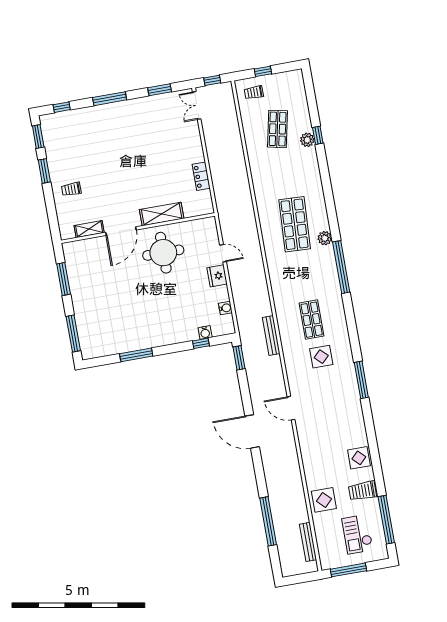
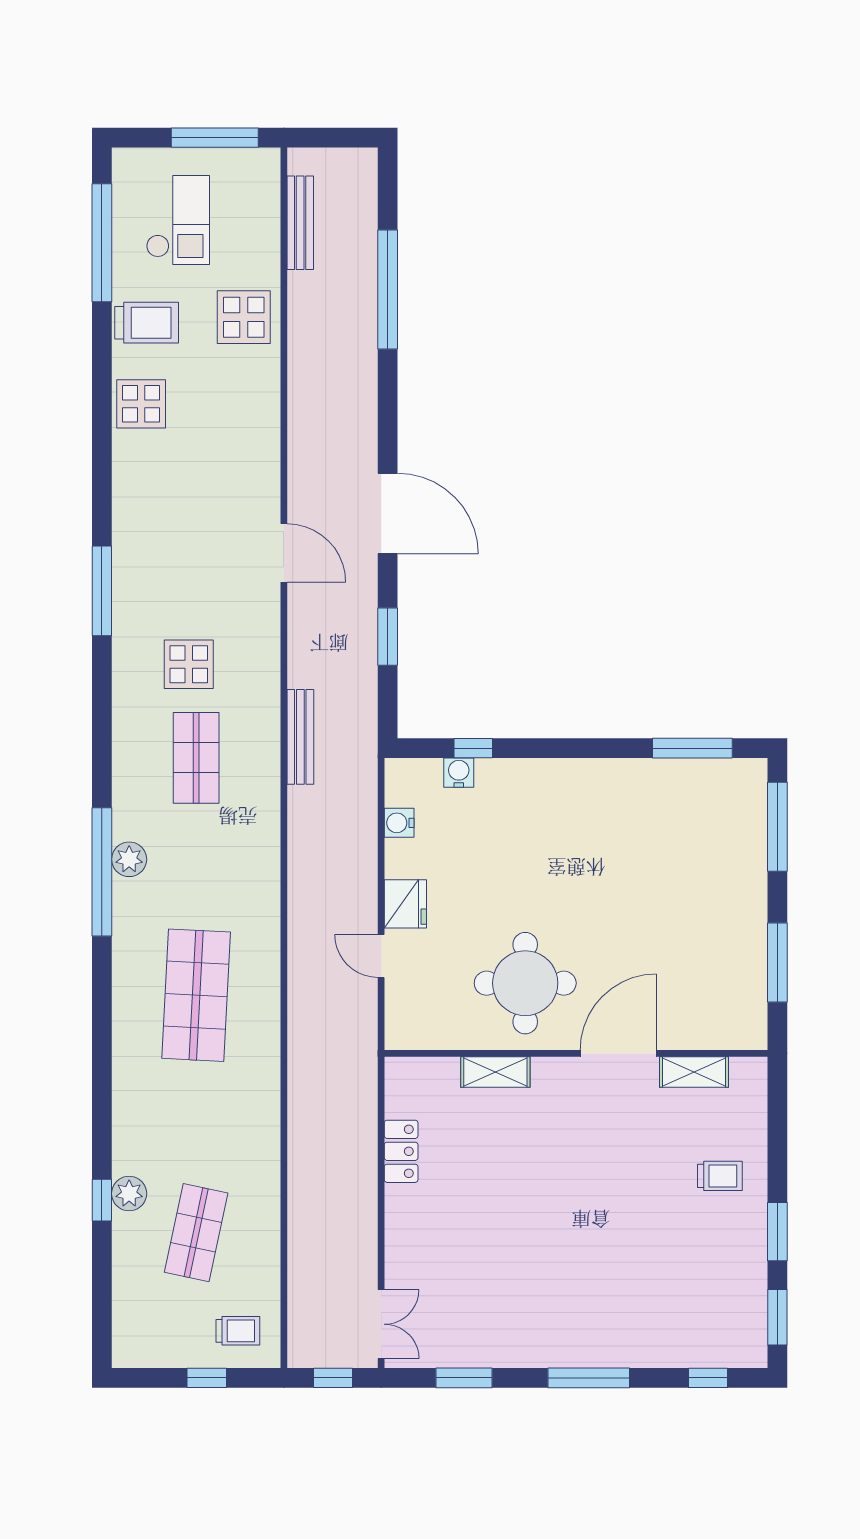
shelving: (162, 214) -> (495, 1072), width x0.67, depth x0.75
plant: (325, 238) -> (129, 859), moved
window: (136, 355) -> (692, 748), moved
window: (239, 358) -> (388, 637), moved

